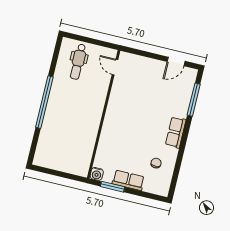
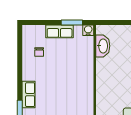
row of seats: (176, 132) -> (29, 95), moved
washbasin: (85, 153) -> (103, 46), added

